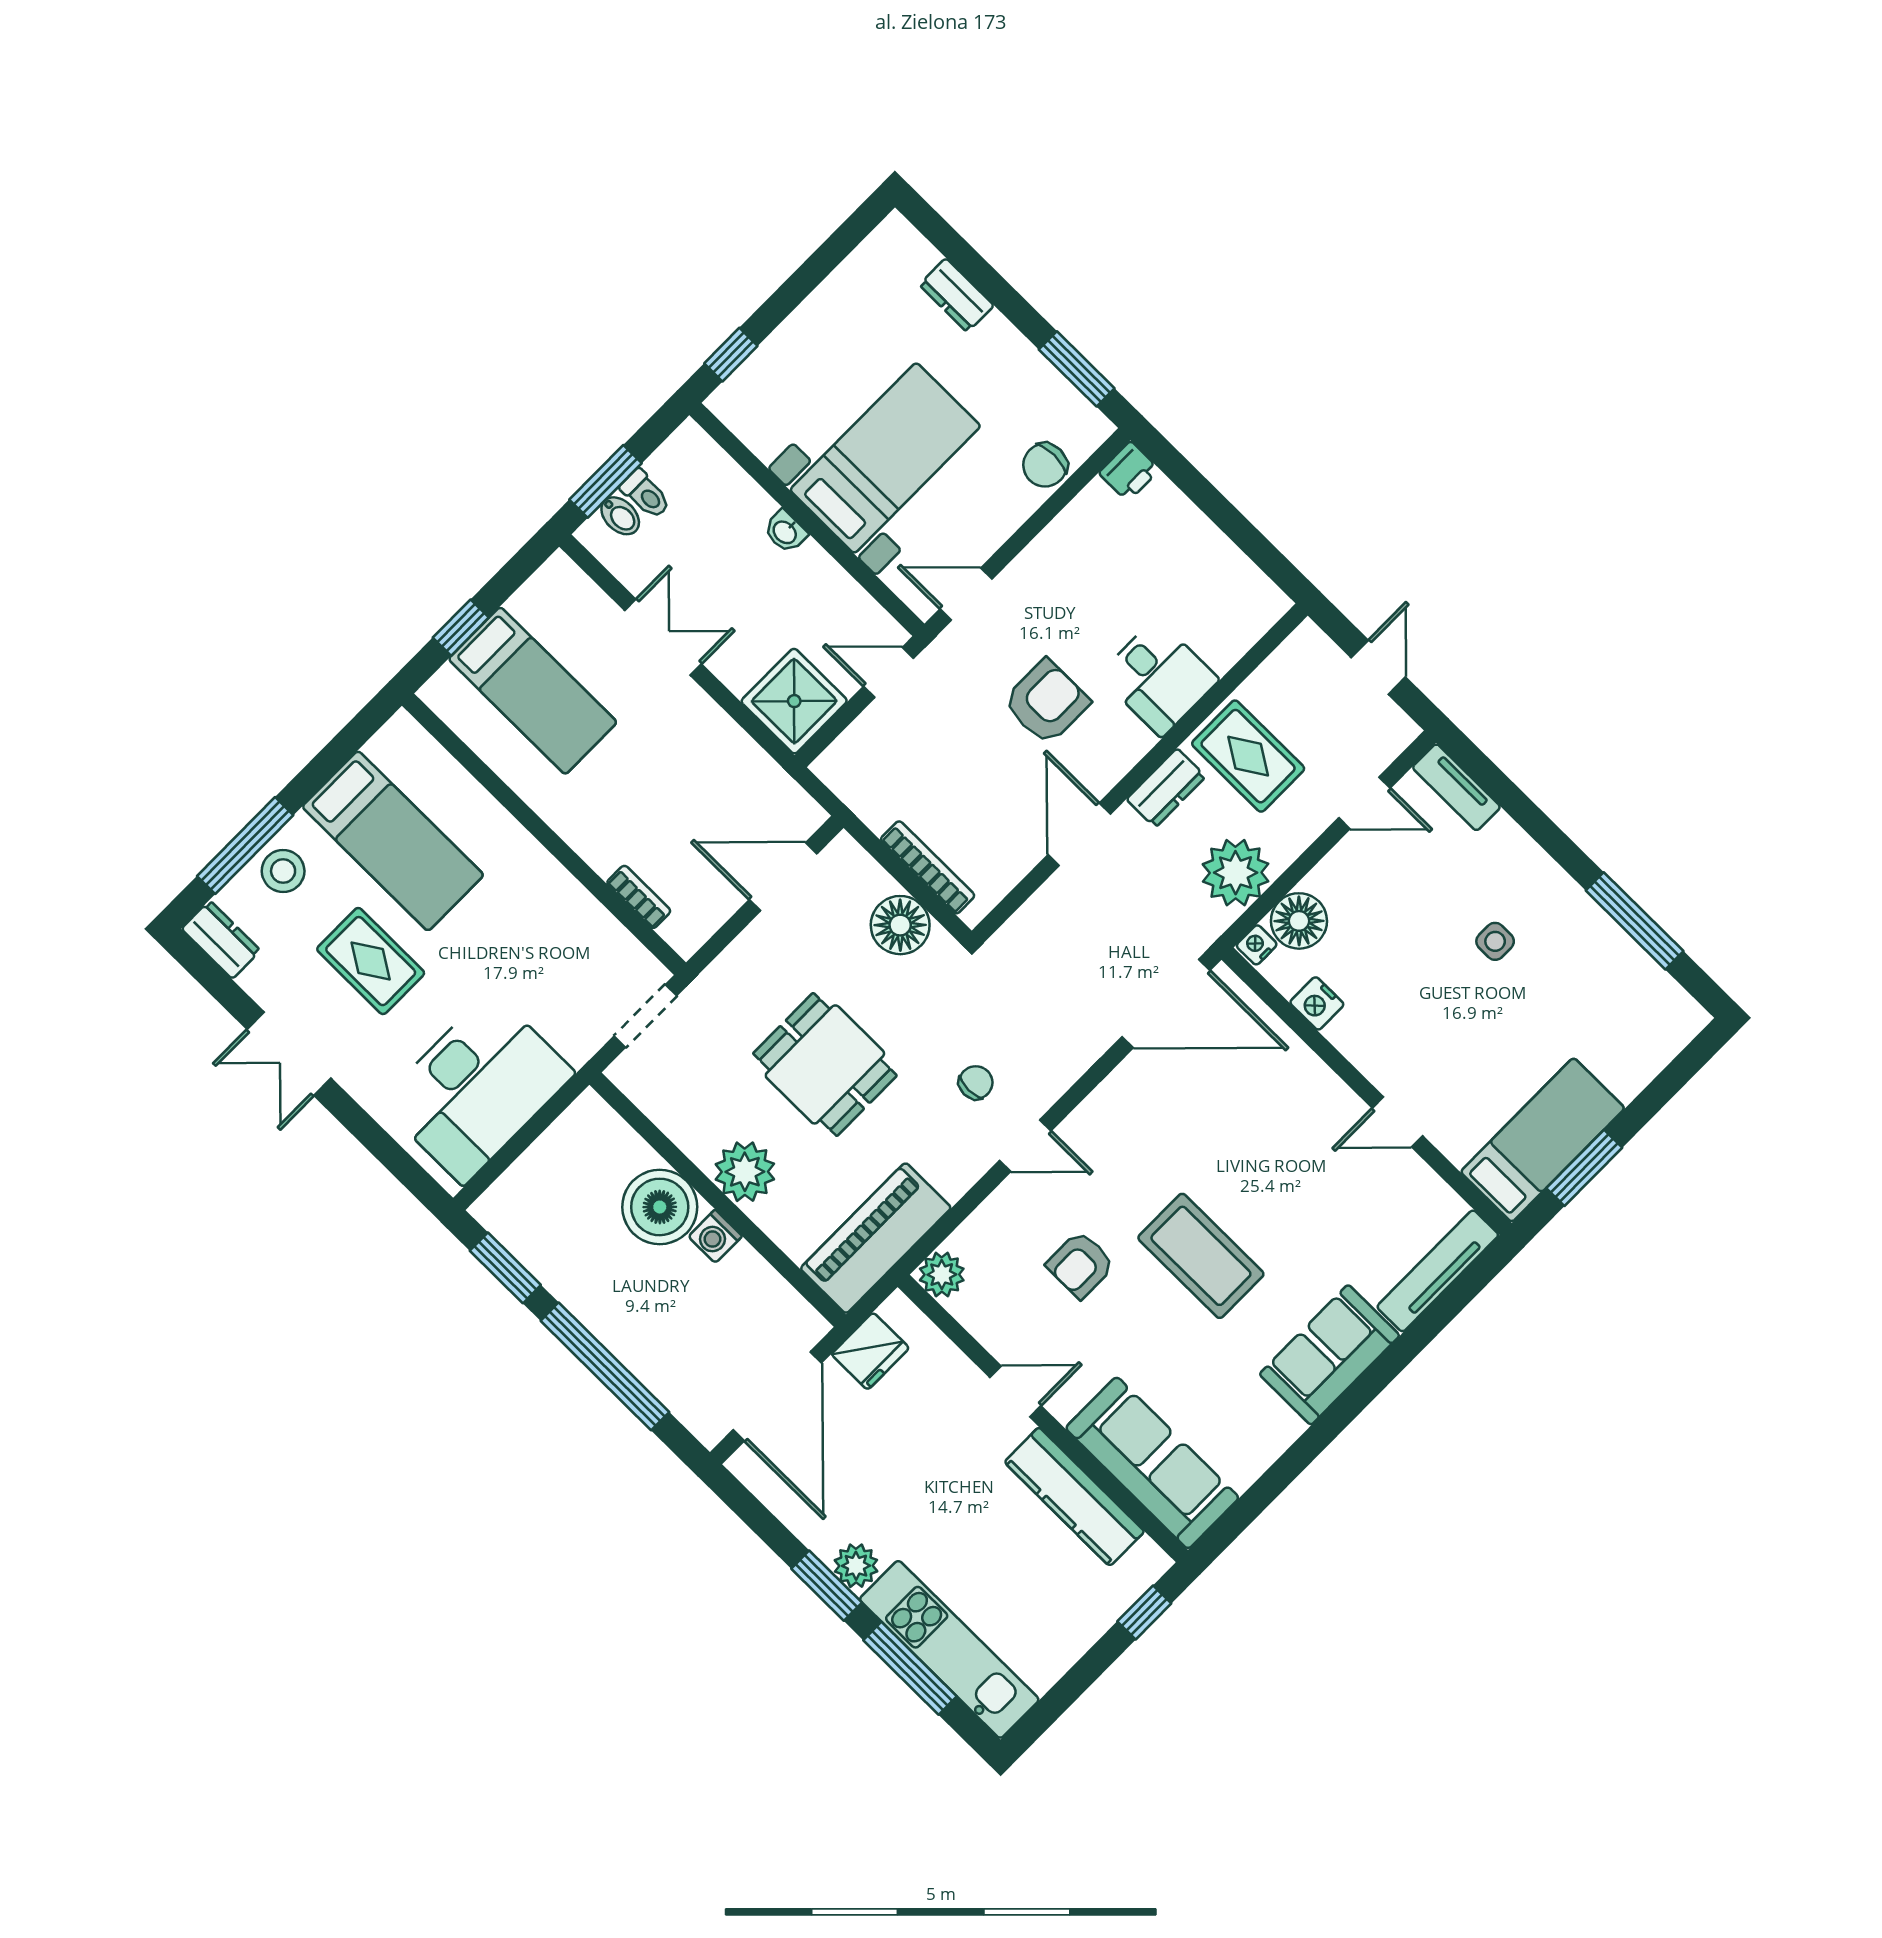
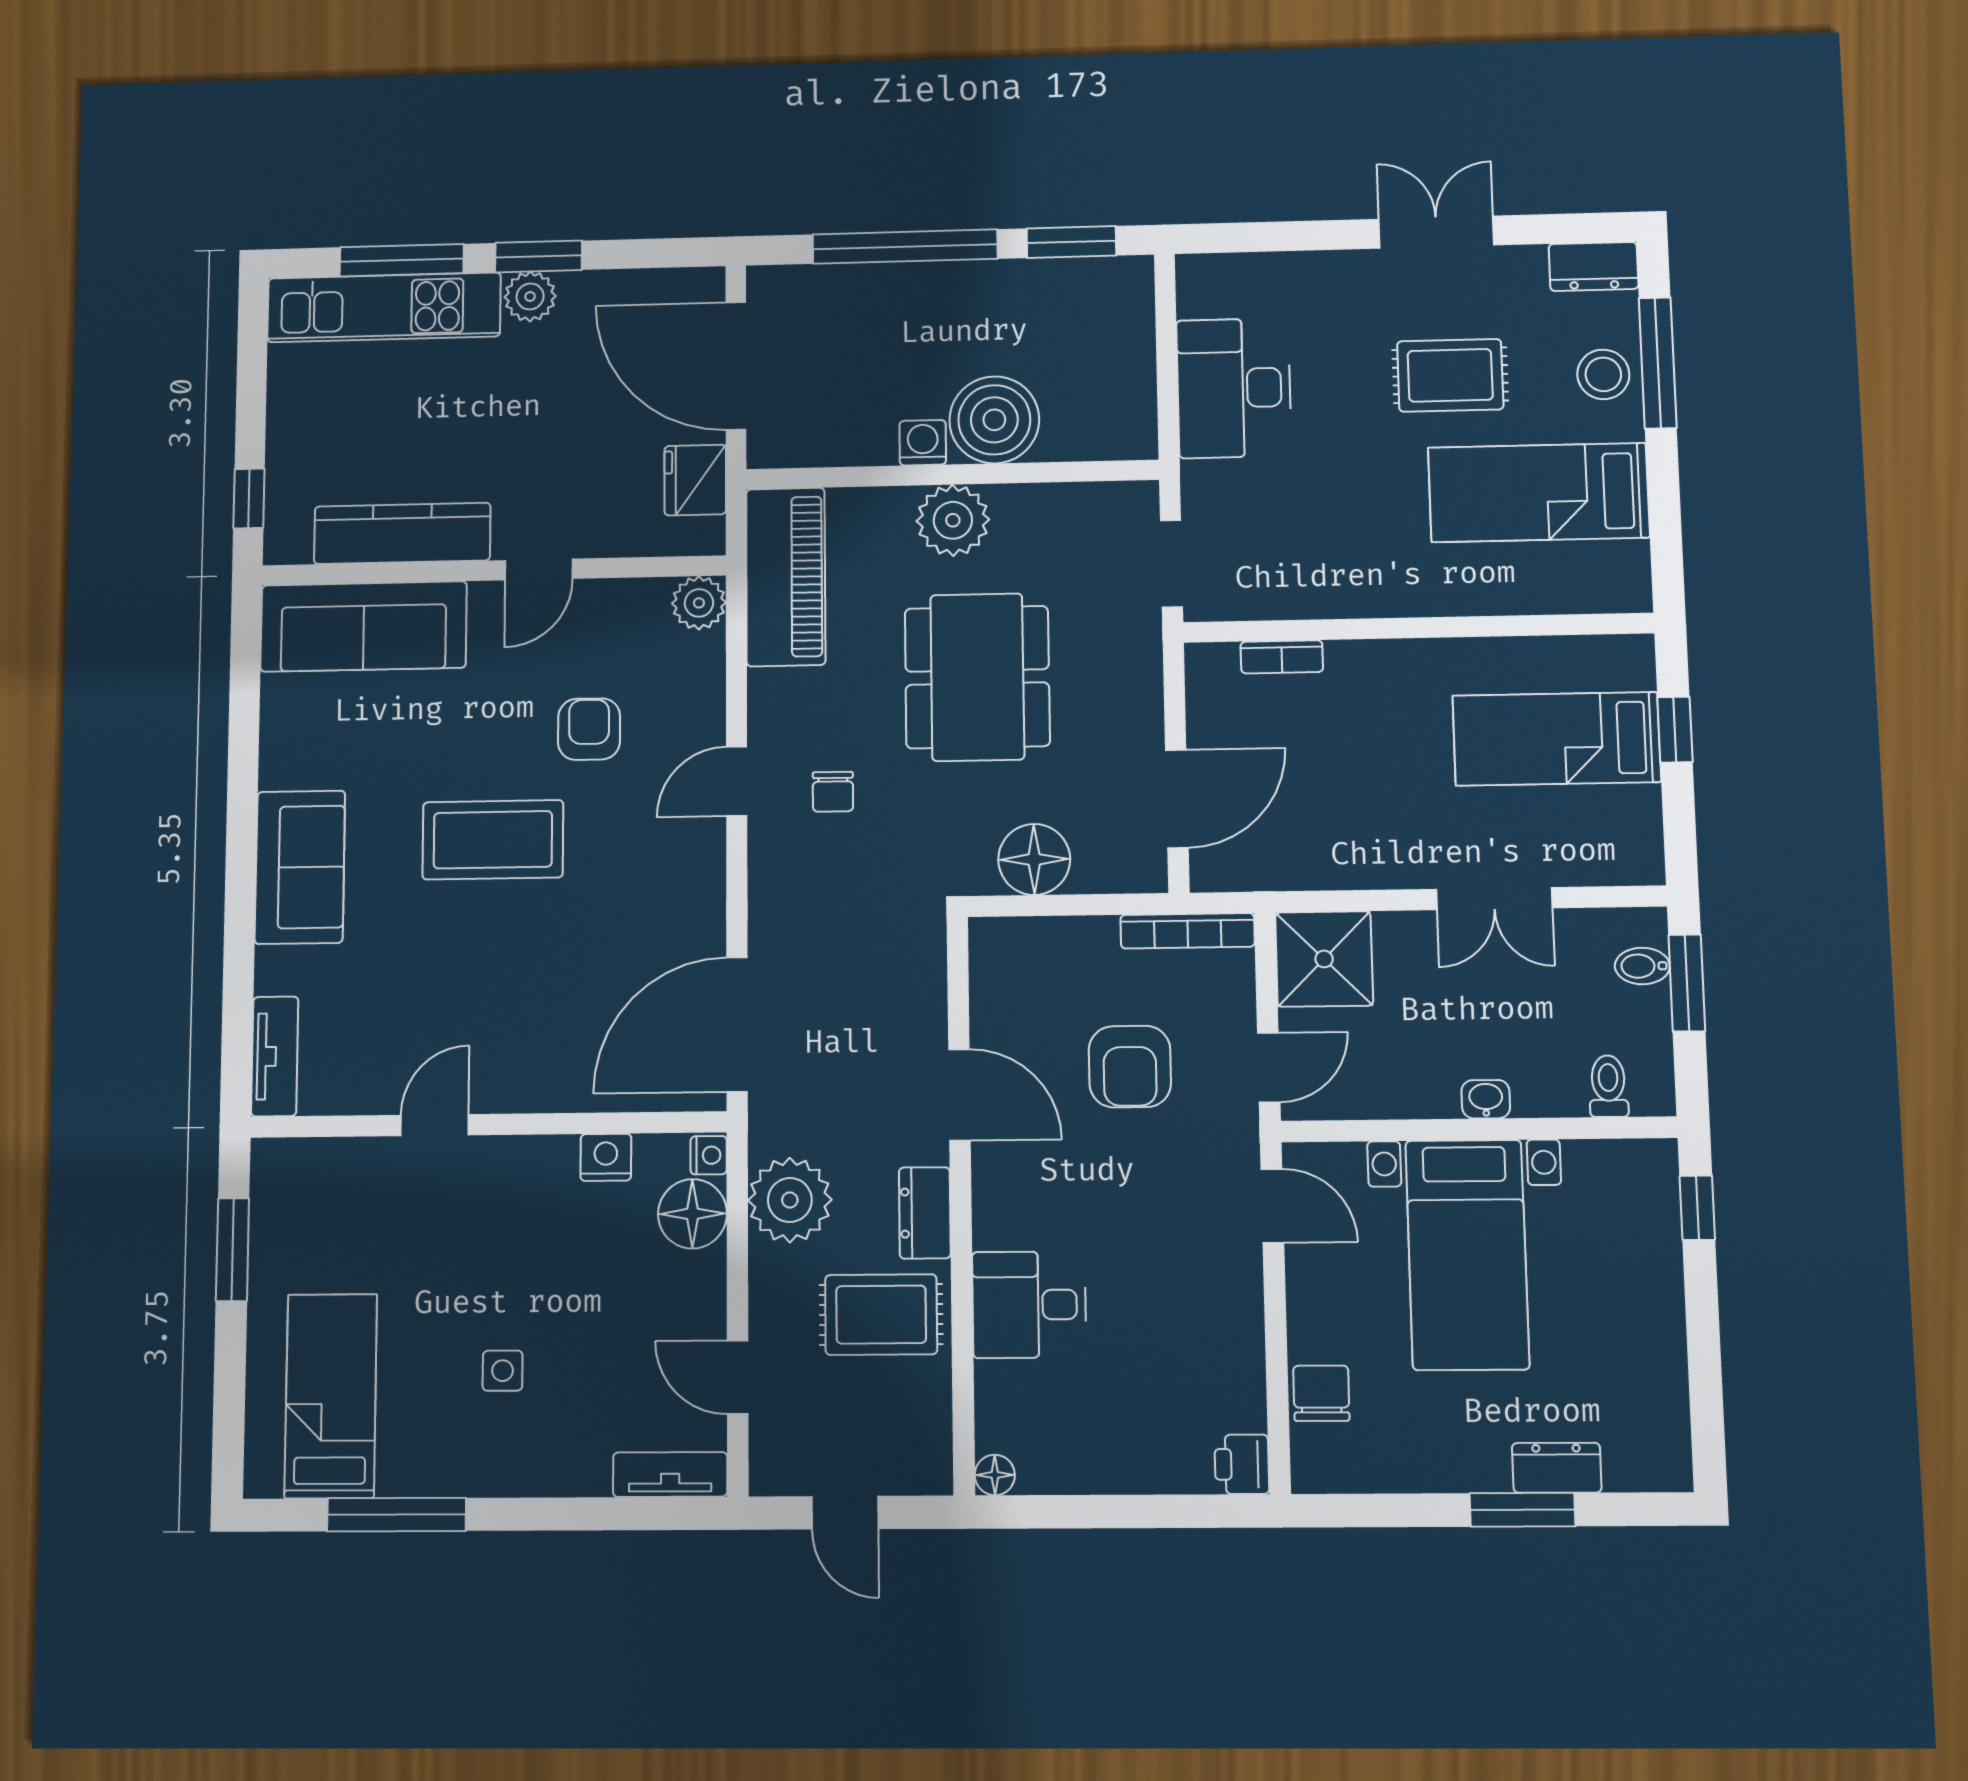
window: (1077, 369) -> (1522, 1510), moved
toilet: (646, 494) -> (1608, 1086), moved, turned 90
door: (966, 594) -> (1272, 1206), hinge flipped
floor lamp: (1273, 604) -> (995, 1475), added
armchair: (1046, 702) -> (1130, 1067), moved
door: (1364, 803) -> (738, 1377), hinge flipped
bookcase: (928, 867) -> (1188, 931), moved
dining table: (825, 1064) -> (977, 677), width x1.38
desk: (477, 1088) -> (1234, 388), width x0.73, depth x0.77
bed: (1543, 1140) -> (331, 1396), moved, turned 180
tv unit: (1438, 1271) -> (275, 1056), width x0.71

